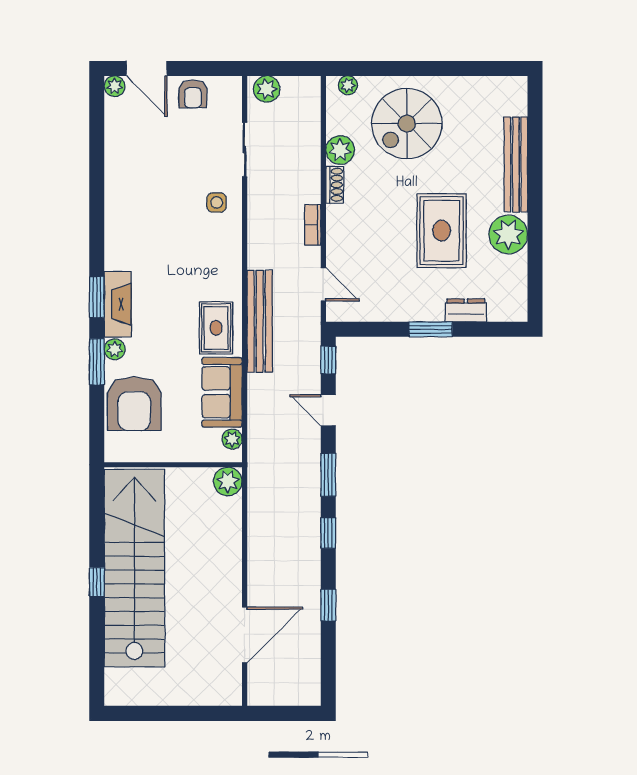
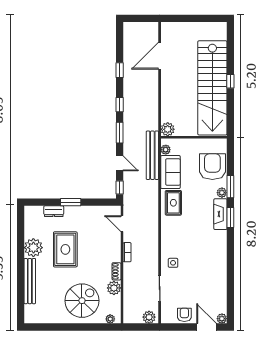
bench: (260, 321) -> (152, 155), moved

